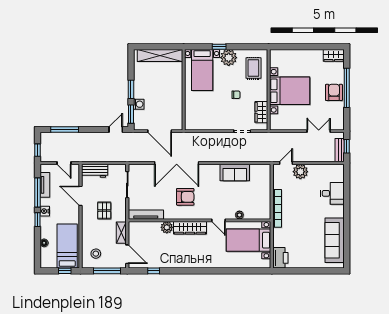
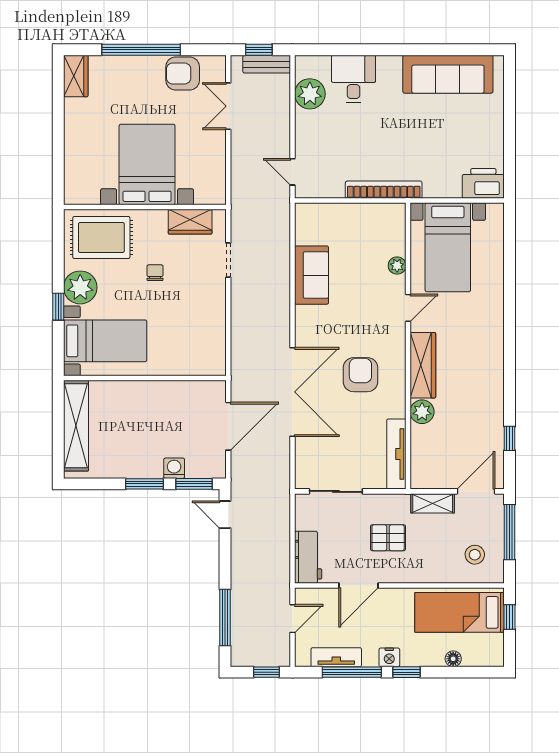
rug: (253, 68) -> (101, 237), width x1.36, depth x1.43
armchair: (334, 92) -> (183, 74), moved
plant: (300, 172) -> (310, 94), moved

